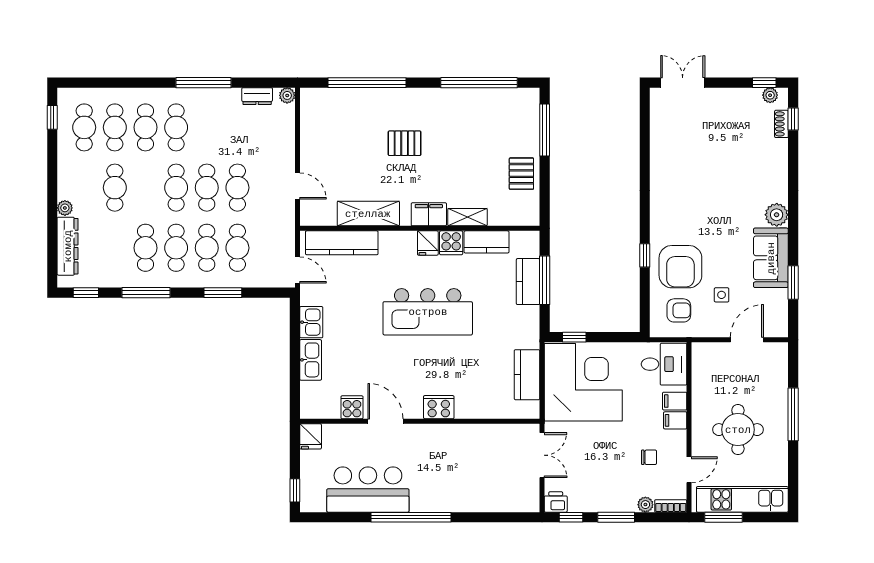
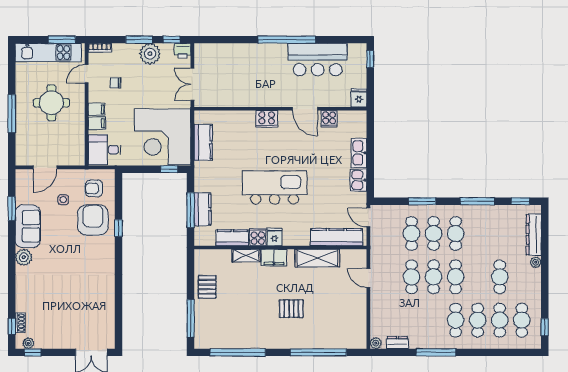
cafe table: (145, 248) -> (478, 234), removed
plant: (645, 505) -> (150, 54), moved, width x1.88, depth x1.88

